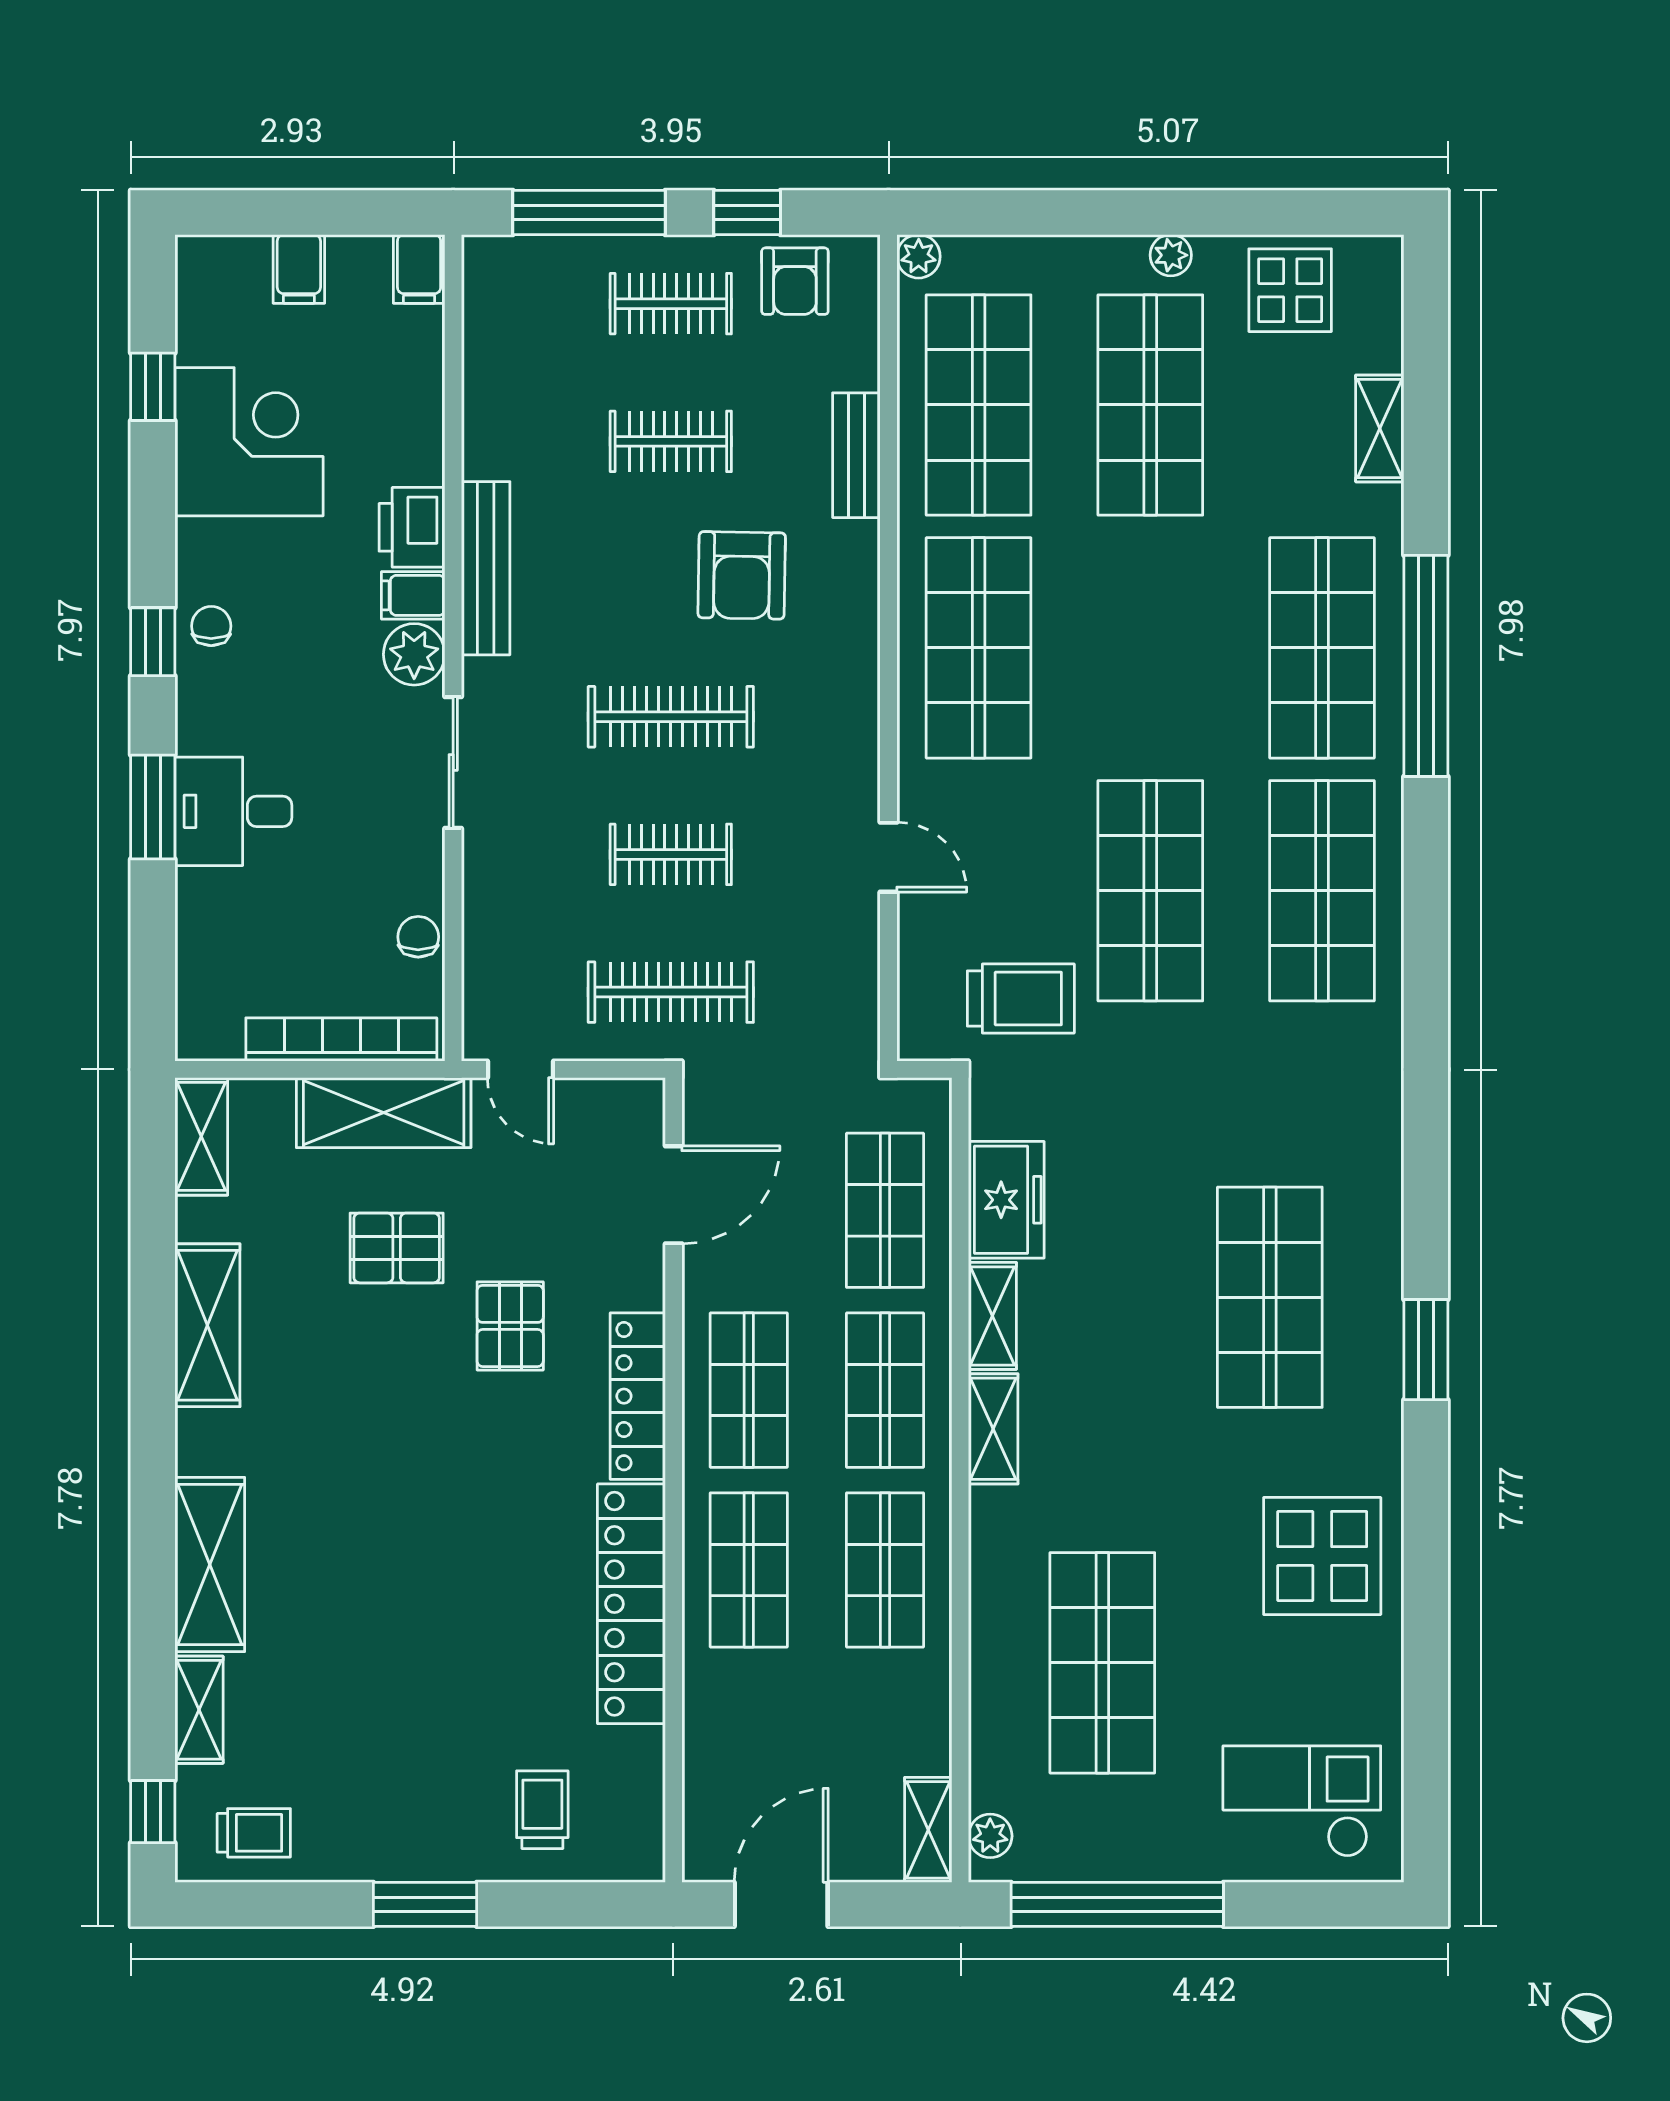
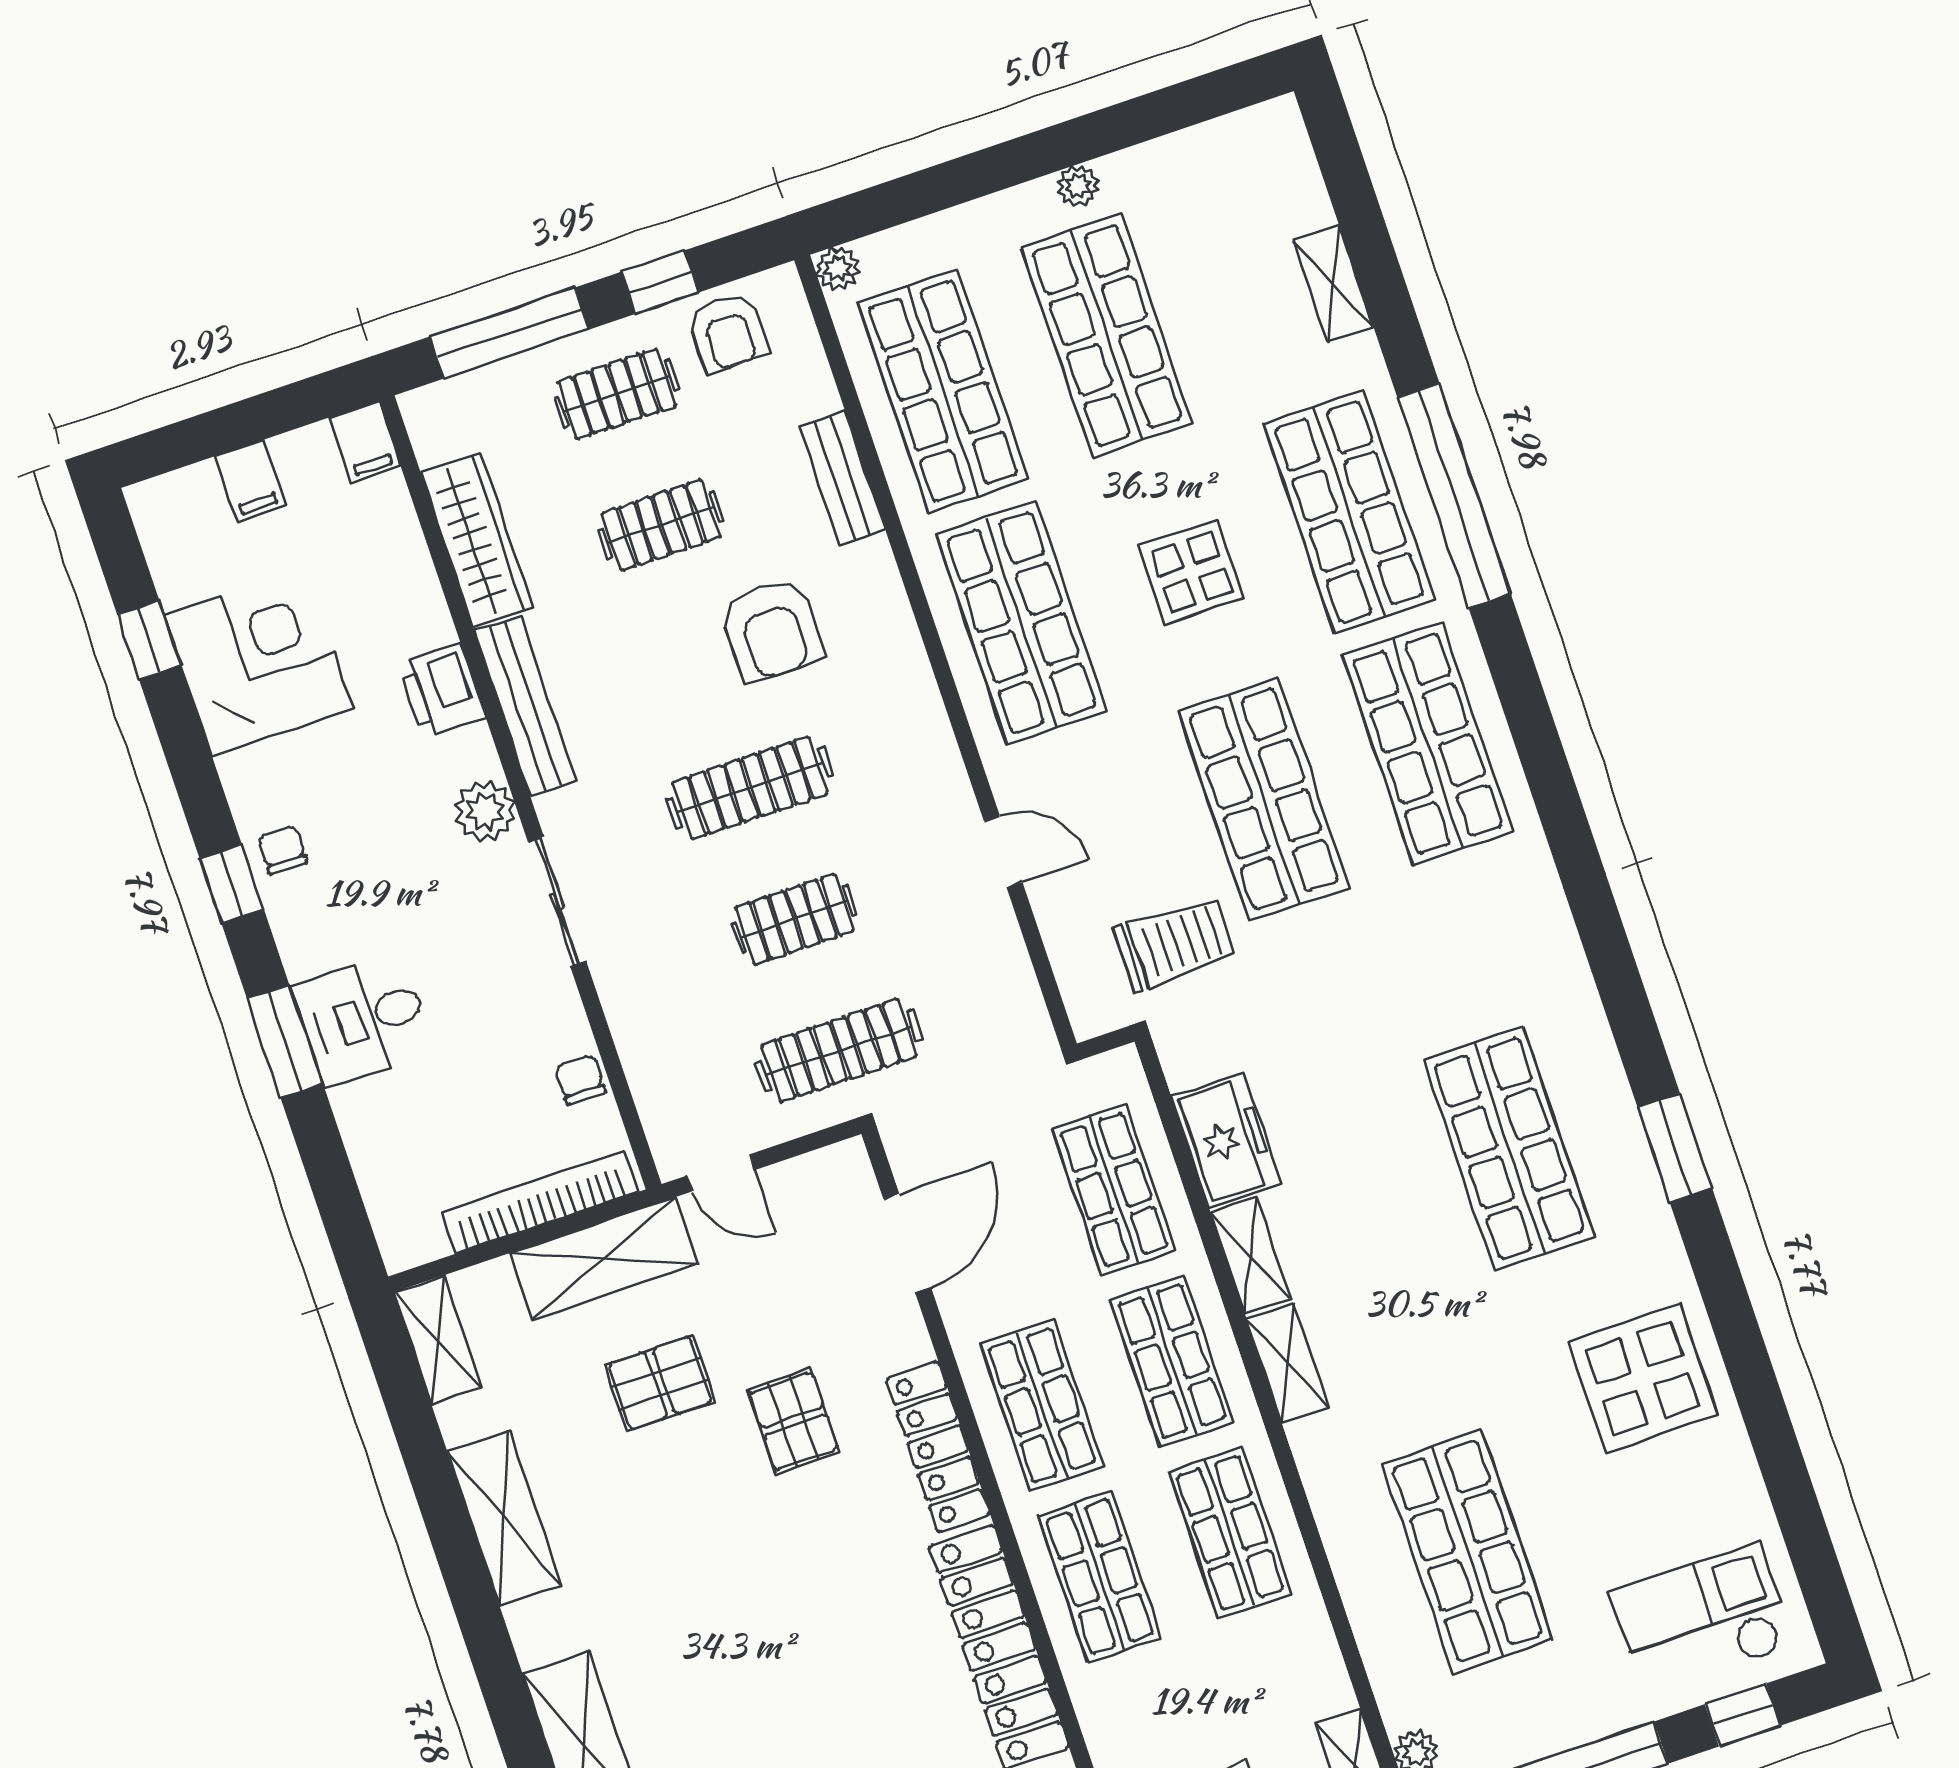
display table: (1290, 290) -> (1191, 572), moved
wardrobe: (493, 396) -> (477, 540), added
filing cabinet: (413, 595) -> (465, 755), removed
window: (1309, 1904) -> (1743, 1715), added

